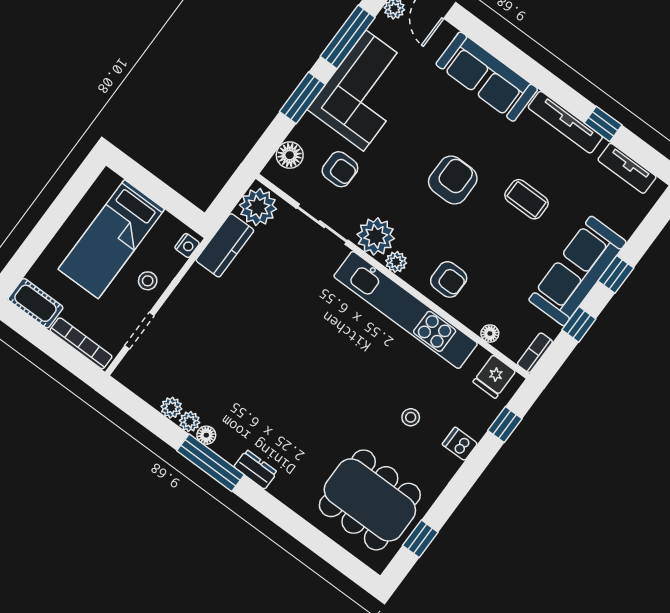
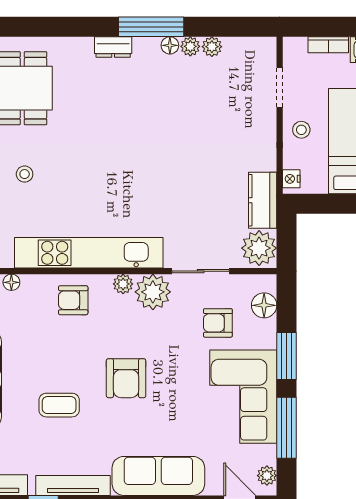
bookcase: (81, 343) -> (328, 45), width x0.64

